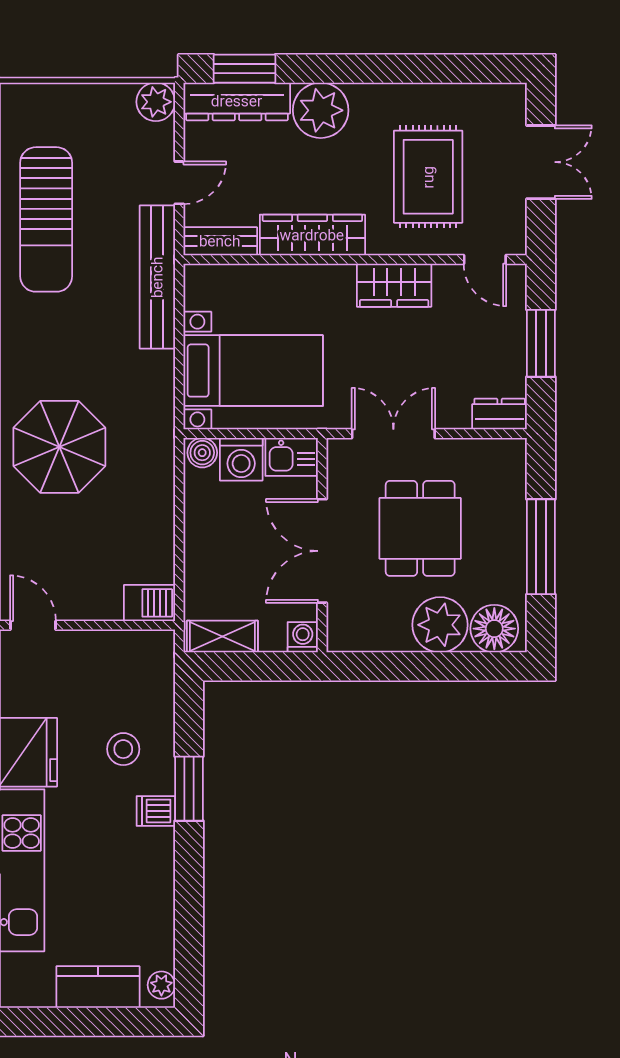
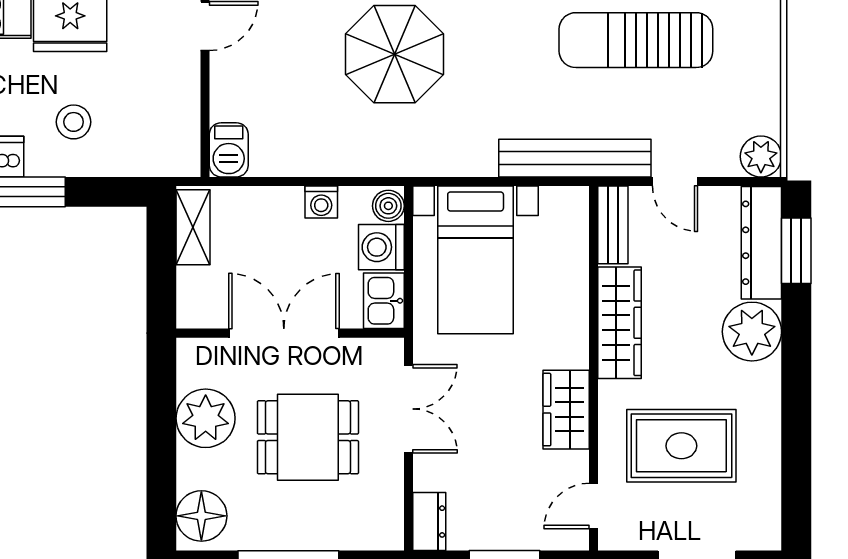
plant: (440, 625) -> (206, 418), moved
washing machine: (303, 637) -> (321, 202), moved, turned 90

